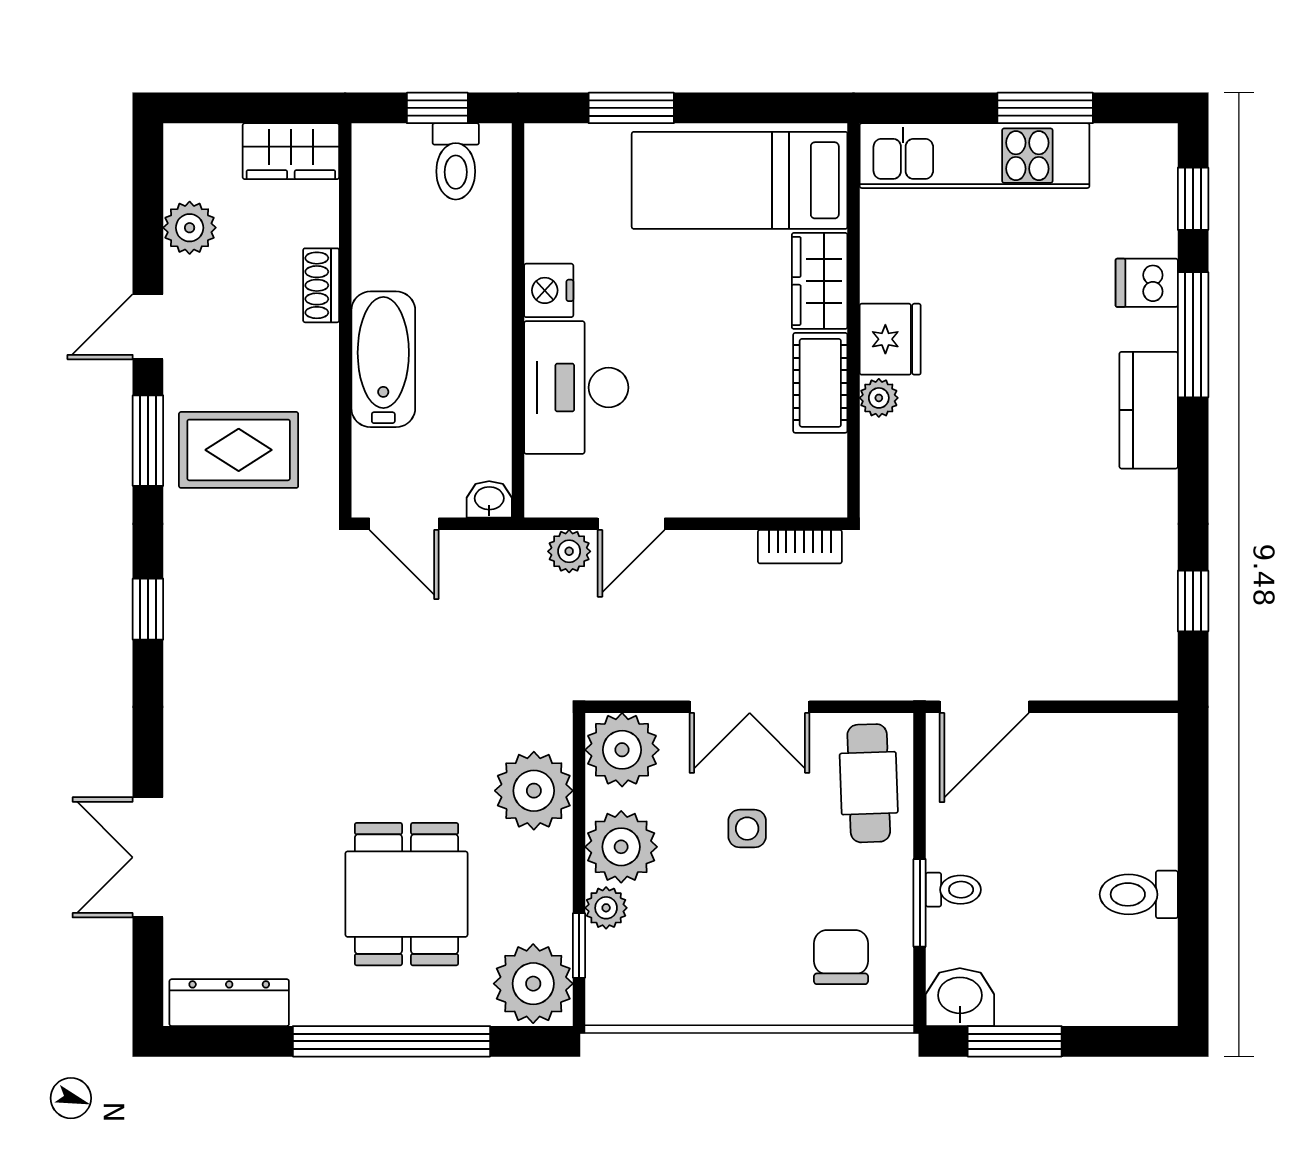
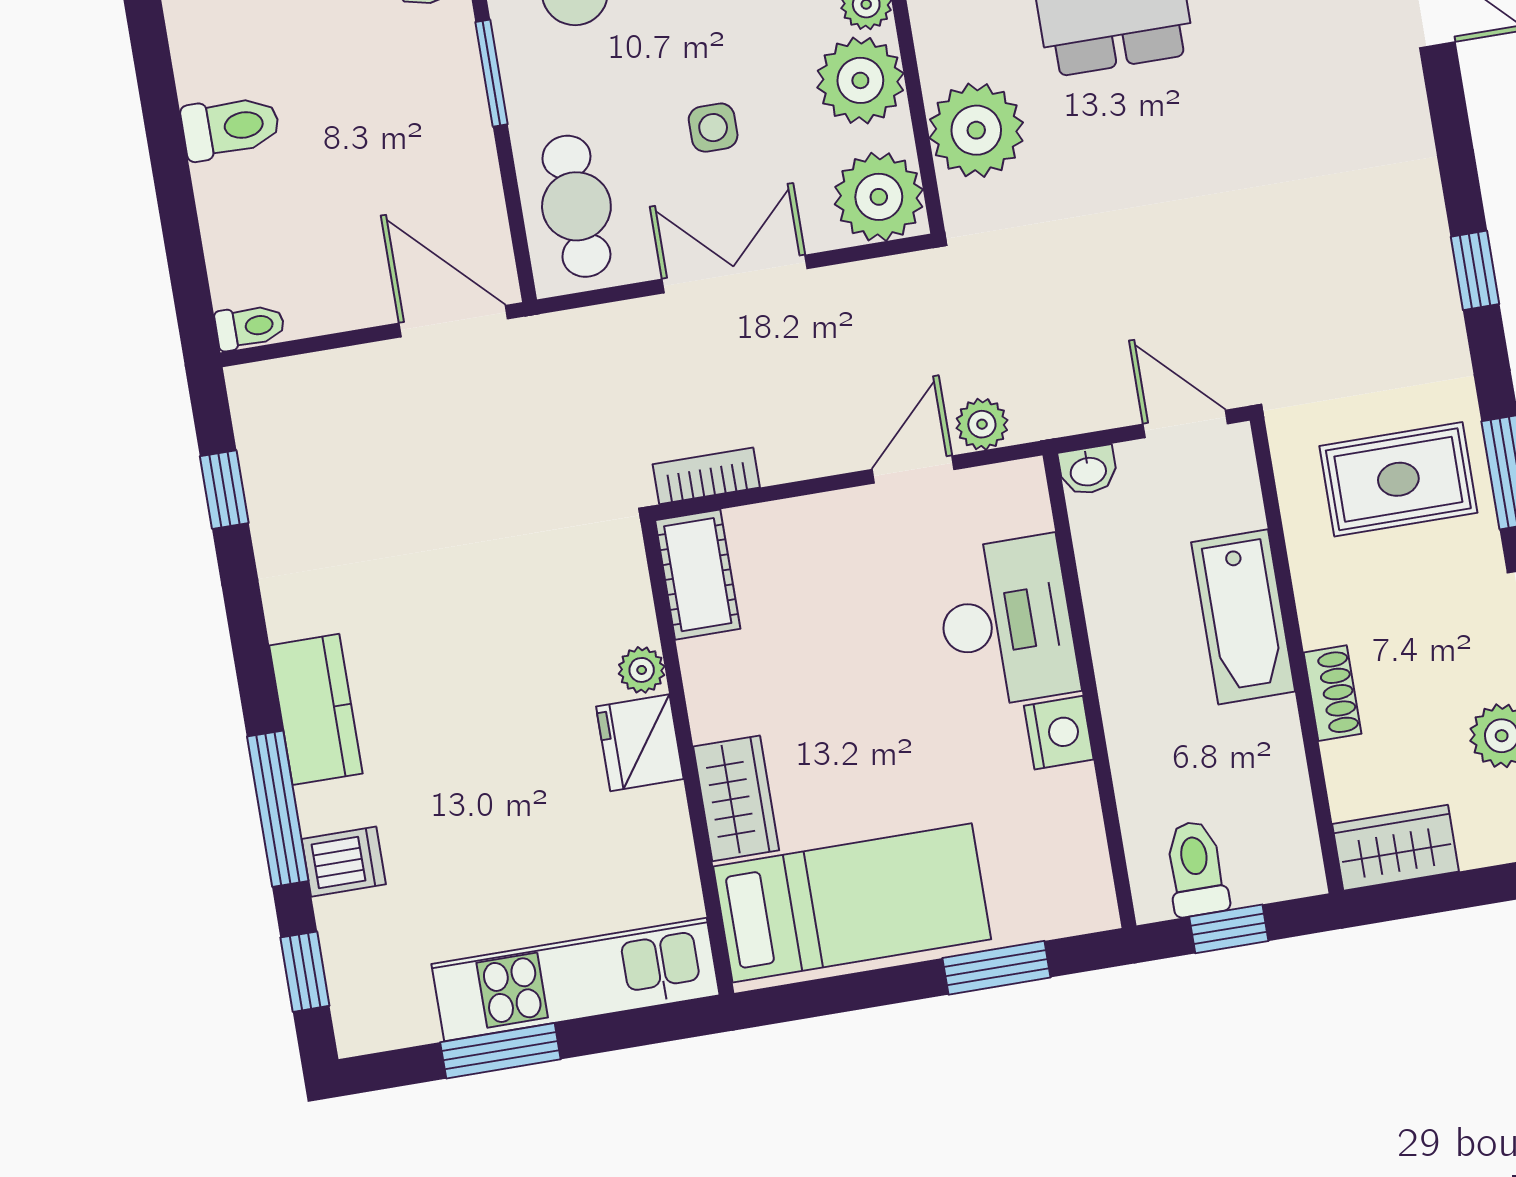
cot: (820, 383) -> (698, 575), moved
door: (984, 707) -> (453, 321), hinge flipped
toilet: (953, 890) -> (250, 327), moved, turned 180

